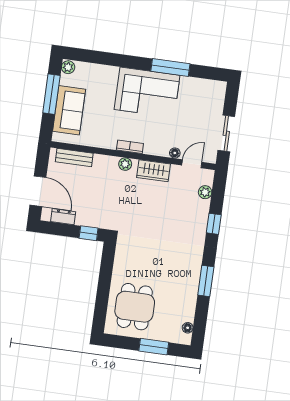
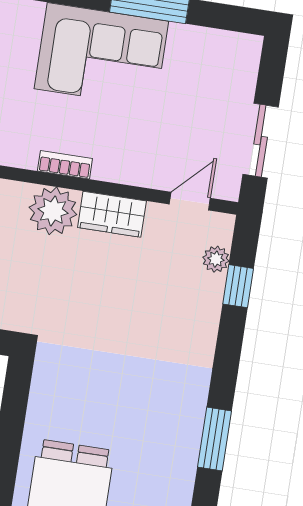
floor lamp: (175, 153) -> (156, 179), removed
plant: (125, 164) -> (53, 211), width x1.87, depth x1.87
window: (214, 224) -> (238, 286), moved

